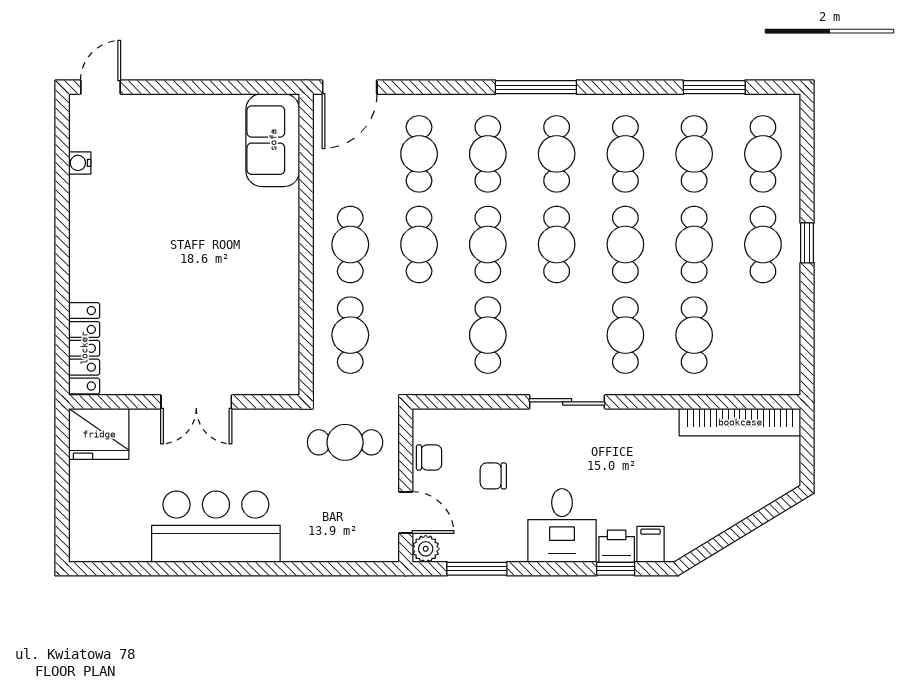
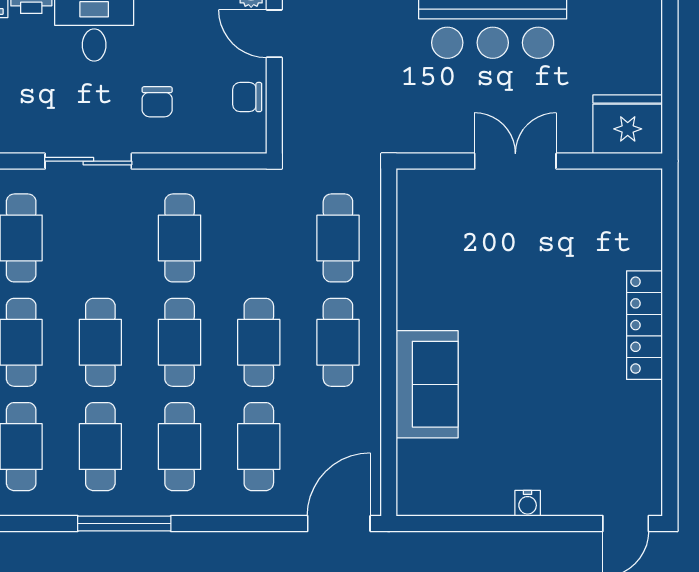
sofa: (273, 140) -> (427, 384), moved
water cooler: (80, 163) -> (528, 503), moved, turned 90
locker: (84, 348) -> (645, 325), moved
cafe table: (345, 442) -> (344, 114), removed
chair: (493, 476) -> (157, 102), moved, turned 90

